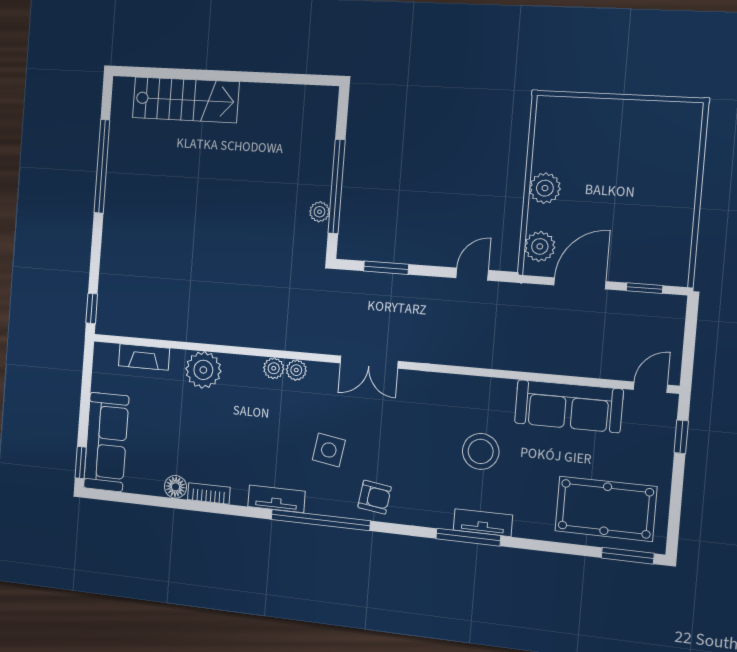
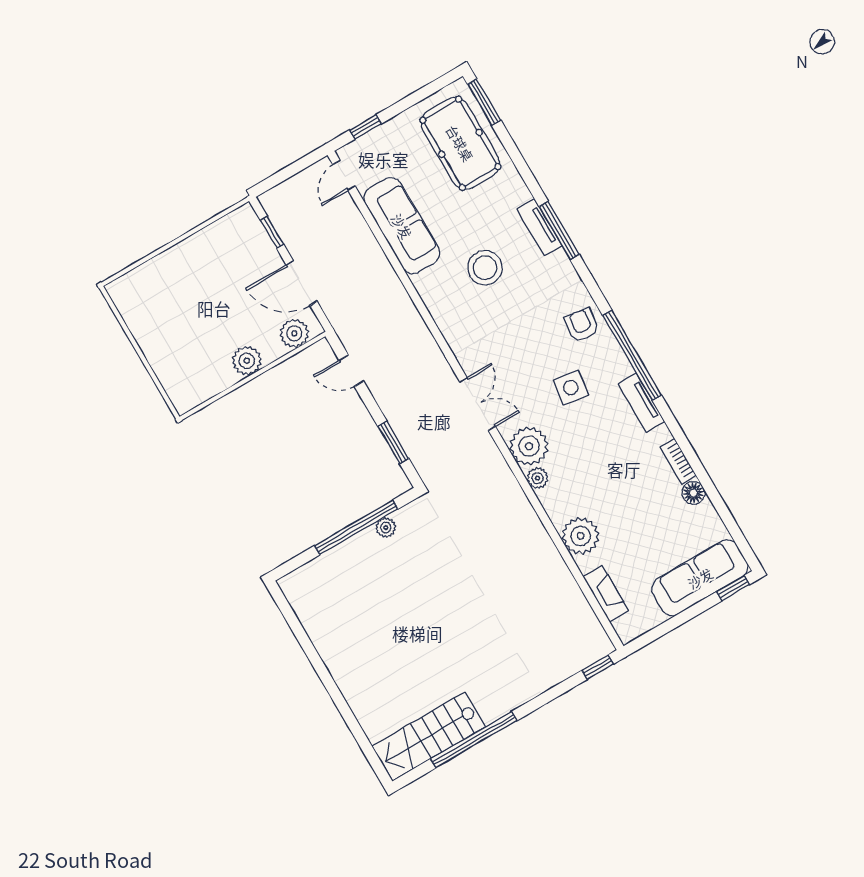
stairs: (186, 100) -> (429, 737), moved, turned -90
plant: (296, 370) -> (529, 446), width x1.88, depth x1.88
door: (650, 387) -> (344, 175), hinge flipped

